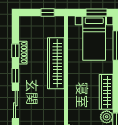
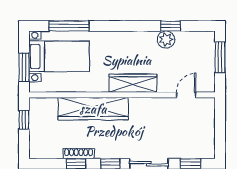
window: (96, 12) -> (24, 67), moved
wardrobe: (106, 92) -> (133, 83), moved, turned 180

